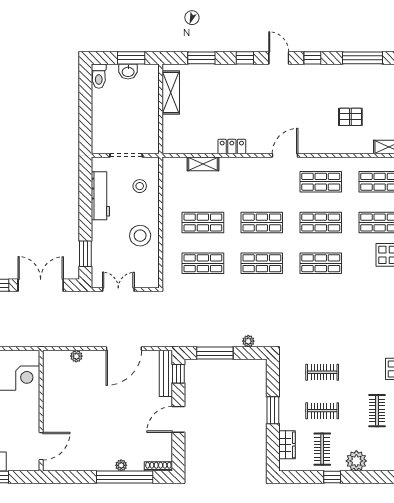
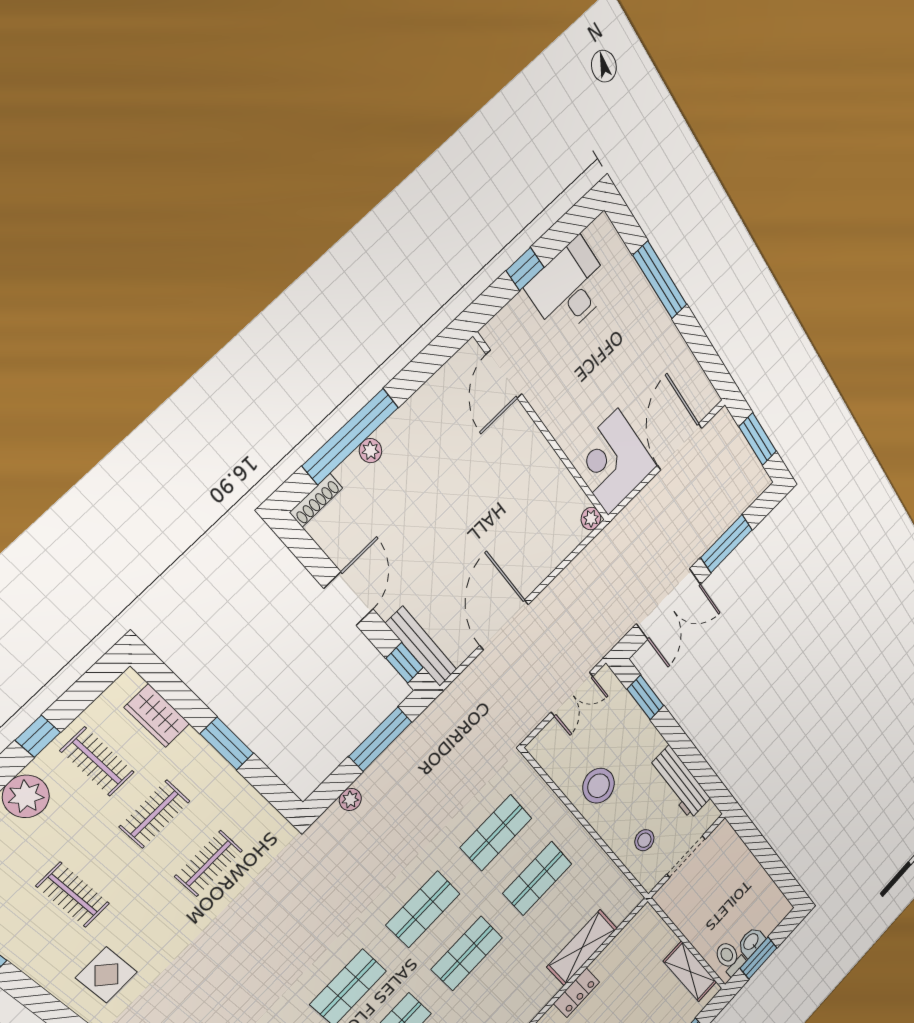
toilet: (99, 76) -> (729, 958), moved
shelving: (203, 164) -> (582, 948), width x1.50, depth x1.33
plant: (76, 356) -> (591, 519), moved

